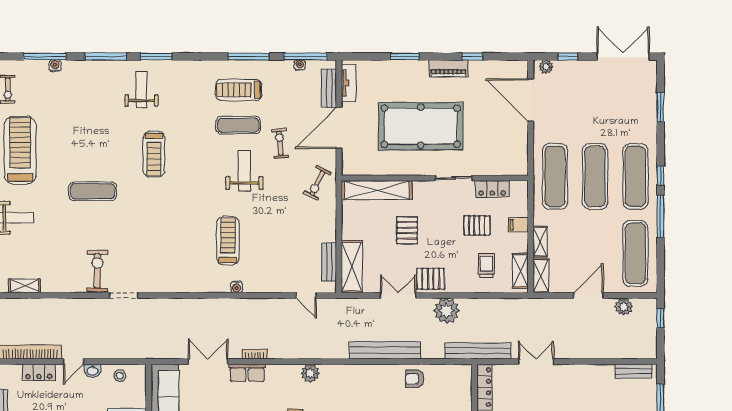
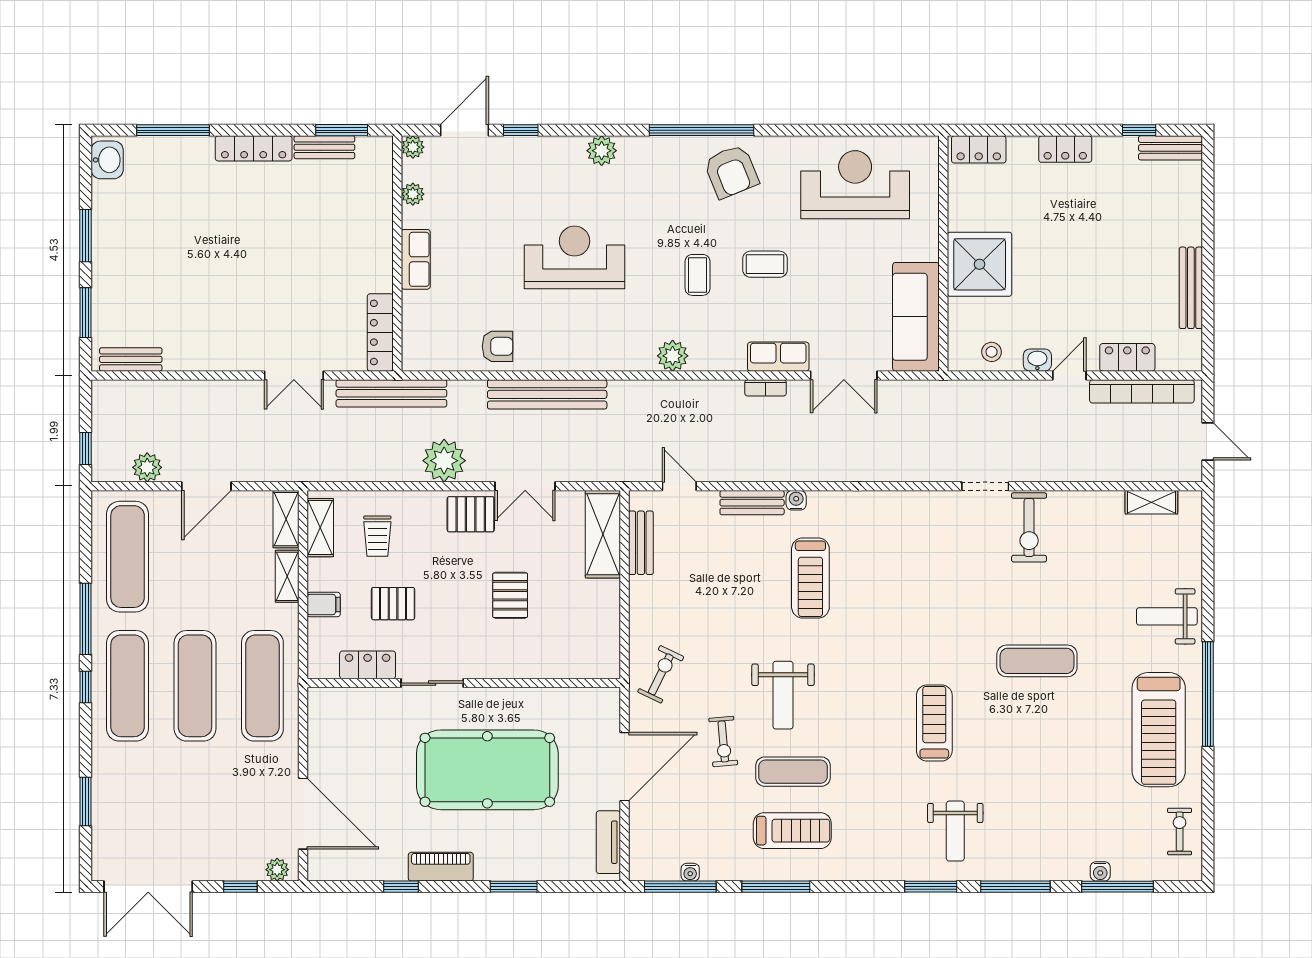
bench: (329, 88) -> (752, 503), moved, turned 90
shelving: (377, 190) -> (561, 663), removed

